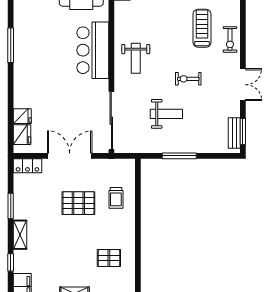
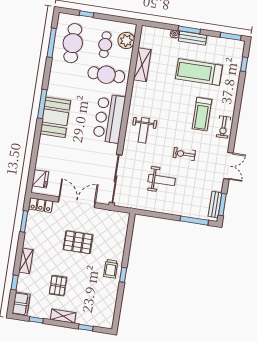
treadmill: (202, 28) -> (202, 114), turned 180
booth: (28, 59) -> (55, 117), added
fridge: (22, 116) -> (43, 164), removed
window: (179, 156) -> (194, 221), moved
trolley: (116, 198) -> (111, 269), moved
window: (11, 206) -> (24, 221), moved
window: (138, 233) -> (123, 275), added
pallet: (109, 258) -> (58, 286), moved, turned 90

